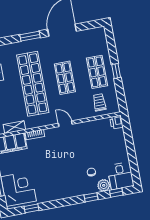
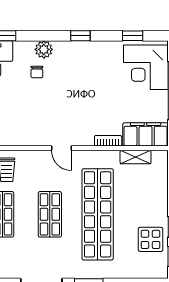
plant: (104, 185) -> (44, 49), moved
window: (91, 197) -> (80, 36), moved

